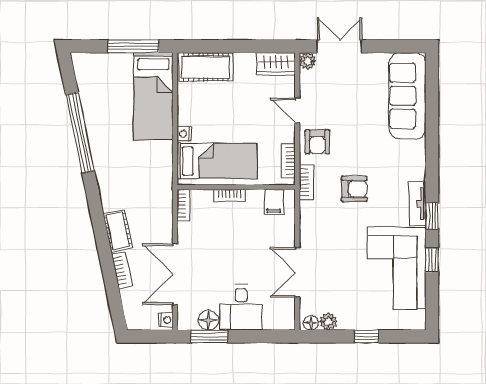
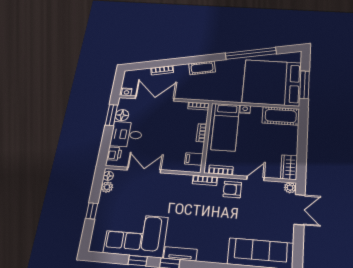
cot: (206, 67) -> (281, 116), moved, turned 90
bed: (153, 96) -> (272, 83), width x2.04
armchair: (354, 189) -> (196, 211), removed
cot: (118, 231) -> (202, 68), moved
printer: (275, 320) -> (114, 154), added

